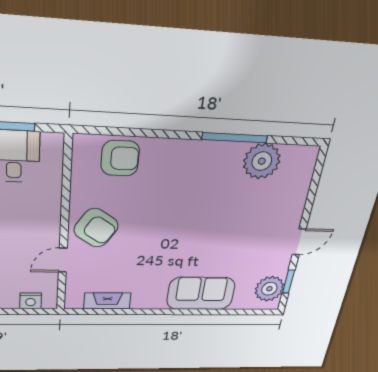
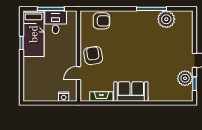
armchair: (96, 228) -> (93, 56), turned -132
plant: (269, 289) -> (185, 78), moved
sofa: (201, 293) -> (131, 92), moved

